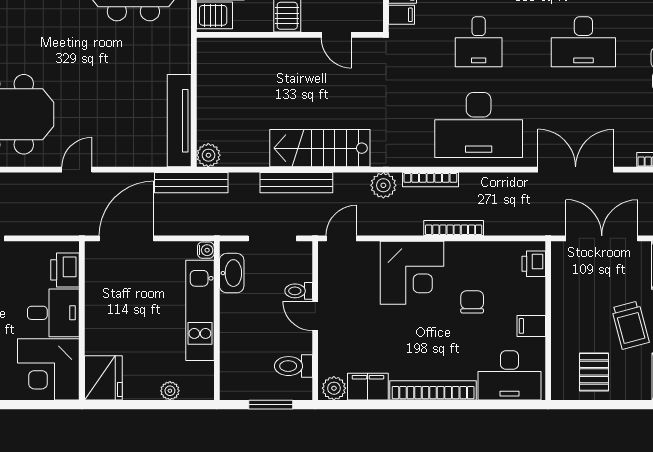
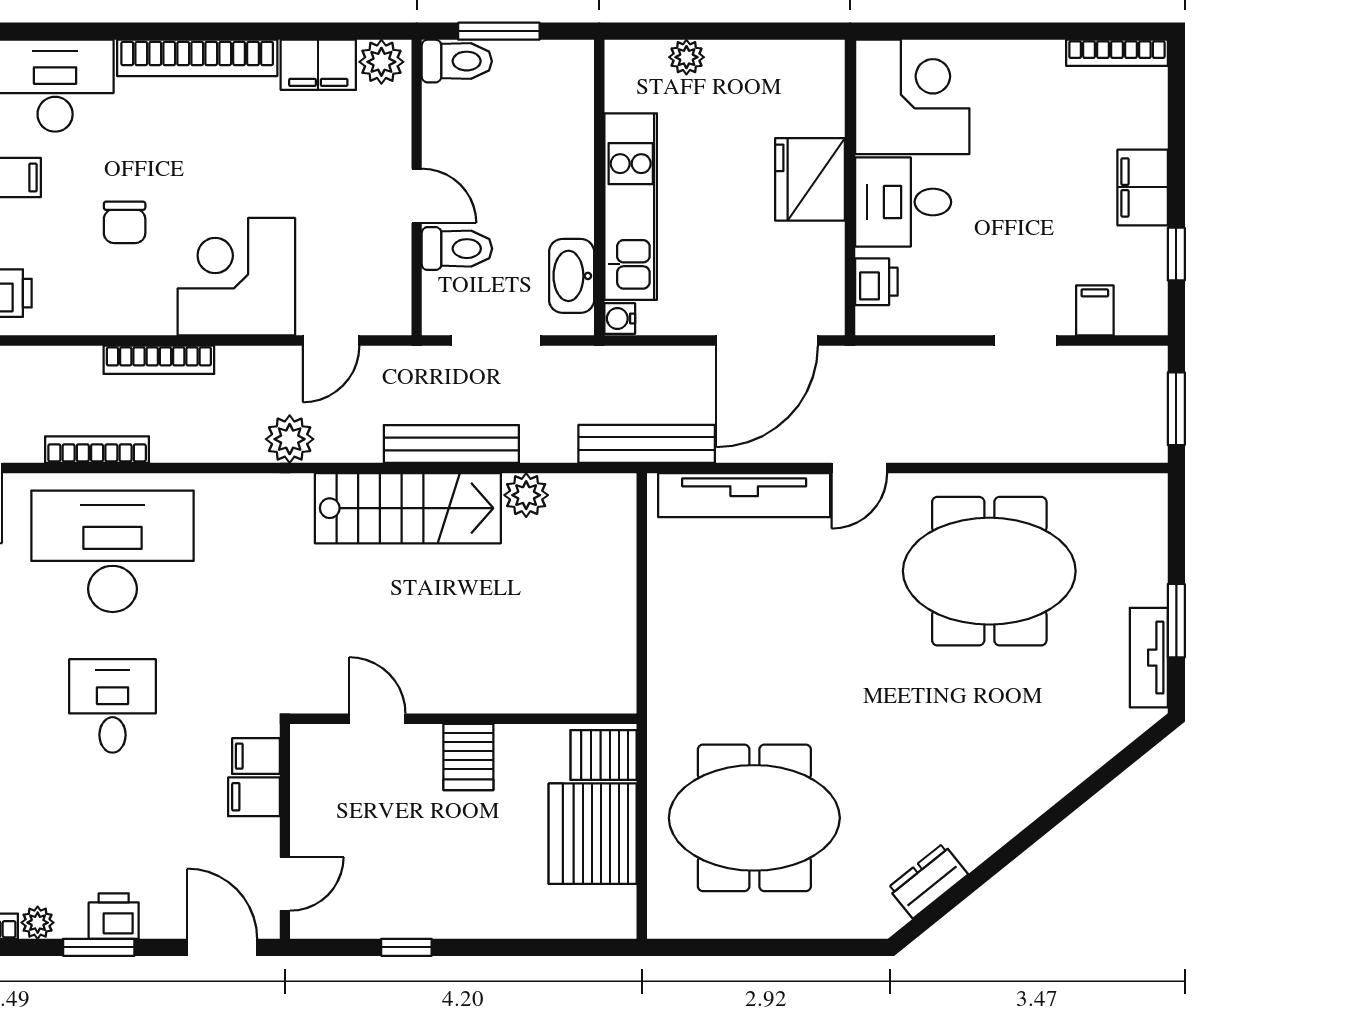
tv unit: (179, 121) -> (744, 495), moved, turned 90
plant: (208, 155) -> (526, 495), moved
bookcase: (430, 180) -> (97, 450), moved
door: (341, 238) -> (331, 341), moved
printer: (65, 270) -> (876, 282), width x0.73, depth x0.81
toilet: (299, 291) -> (457, 249), width x1.37, depth x1.39
toilet: (293, 366) -> (457, 61), moved
fridge: (103, 378) -> (810, 179), moved

